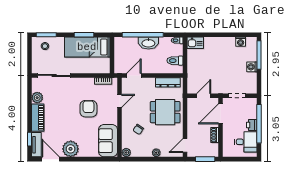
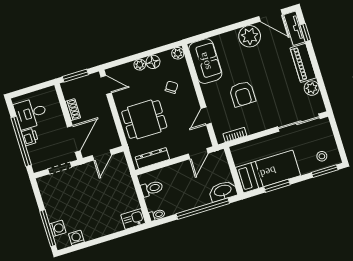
washbasin: (148, 43) -> (223, 191), moved
washing machine: (252, 67) -> (58, 228), moved
door: (185, 146) -> (106, 85), hinge flipped
floor lamp: (146, 152) -> (153, 62), added

